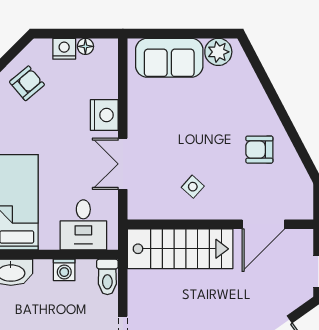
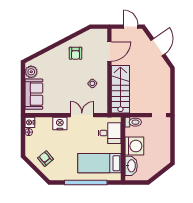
nightstand: (64, 49) -> (30, 122), moved
double door: (123, 164) -> (82, 115), swing flipped
door: (263, 224) -> (109, 51), hinge flipped
washing machine: (64, 270) -> (134, 146), width x1.89, depth x1.89

